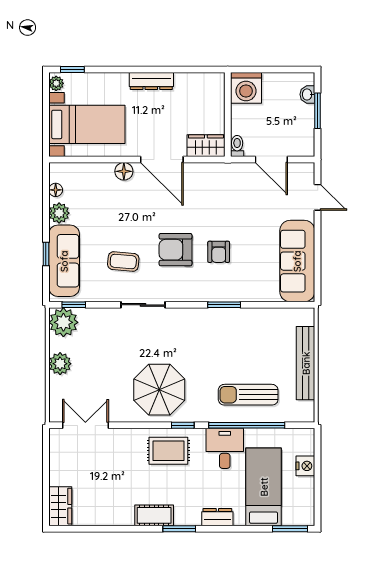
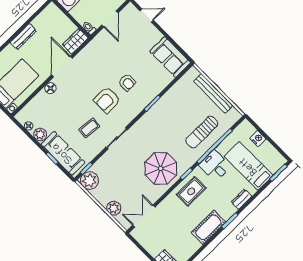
door: (162, 159) -> (62, 66), swing flipped
door: (271, 159) -> (110, 19), hinge flipped
sofa: (297, 261) -> (170, 57), width x0.73
plant: (60, 364) -> (114, 208), moved
cot: (154, 515) -> (208, 227), width x1.37, depth x1.34

